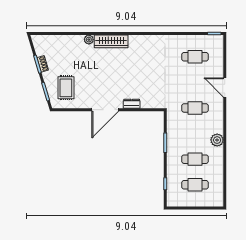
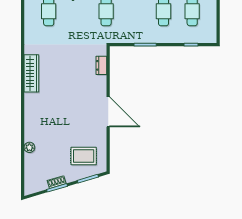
plant: (89, 40) -> (29, 147), moved
wardrobe: (111, 41) -> (31, 73), moved
dresser: (132, 104) -> (101, 65), moved

